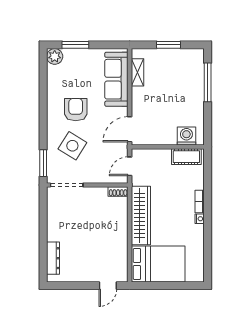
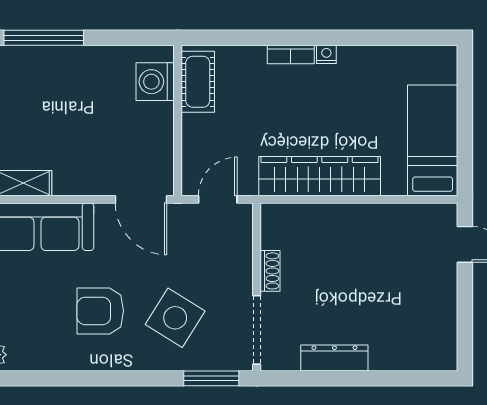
door: (130, 166) -> (218, 199), swing flipped
shoe rack: (118, 192) -> (270, 271), moved
dresser: (53, 258) -> (334, 358), moved
bed: (158, 264) -> (433, 140), width x0.67

